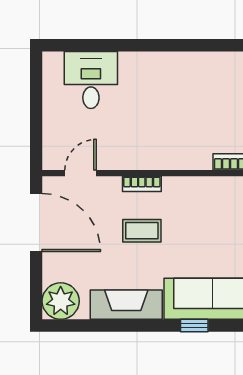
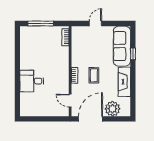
desk: (91, 80) -> (32, 81), moved
plant: (61, 301) -> (113, 109), moved

